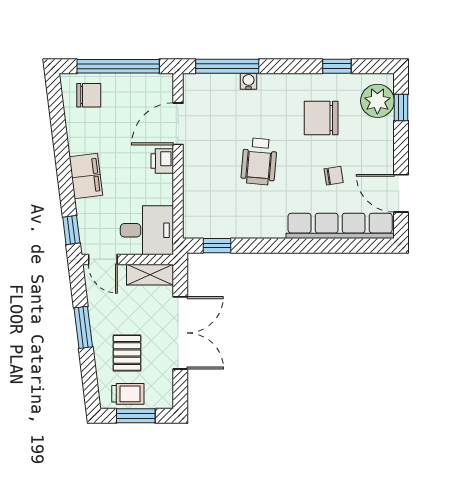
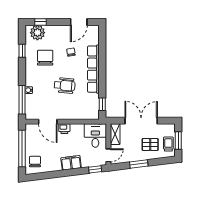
chair: (321, 118) -> (45, 58), turned 180
row of seats: (340, 226) -> (93, 69), moved

